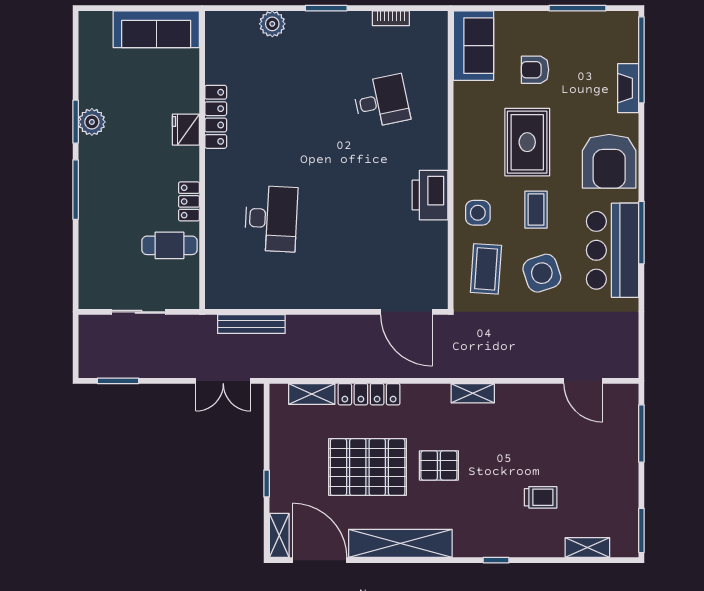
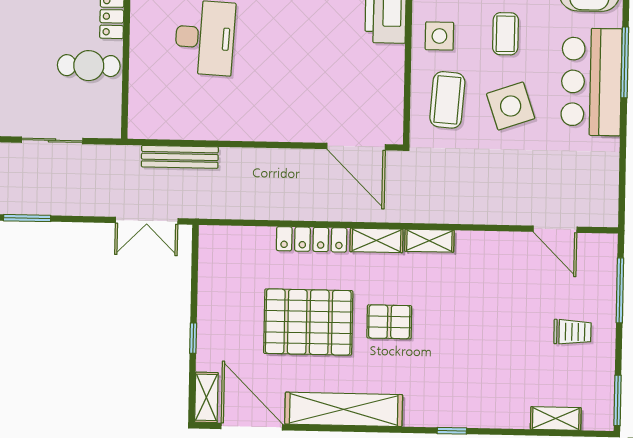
shelving: (312, 394) -> (376, 240), moved
trolley: (541, 497) -> (572, 332), moved

